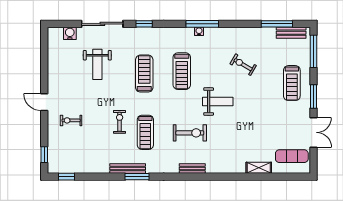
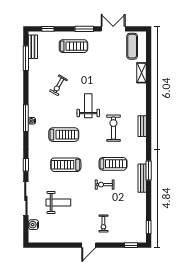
window: (313, 51) -> (48, 29), width x0.46

